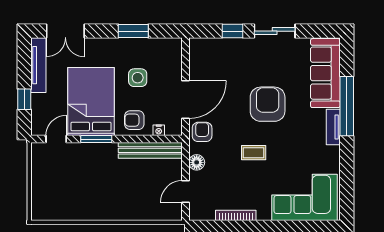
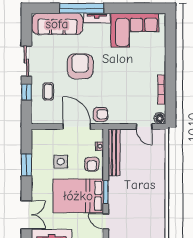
armchair: (268, 104) -> (80, 66), turned 90
armchair: (202, 132) -> (101, 114), turned 180
coffee table: (254, 153) -> (48, 91), moved
floor lamp: (197, 162) -> (160, 118), moved
corner sofa: (304, 197) -> (135, 30), moved, turned -90

